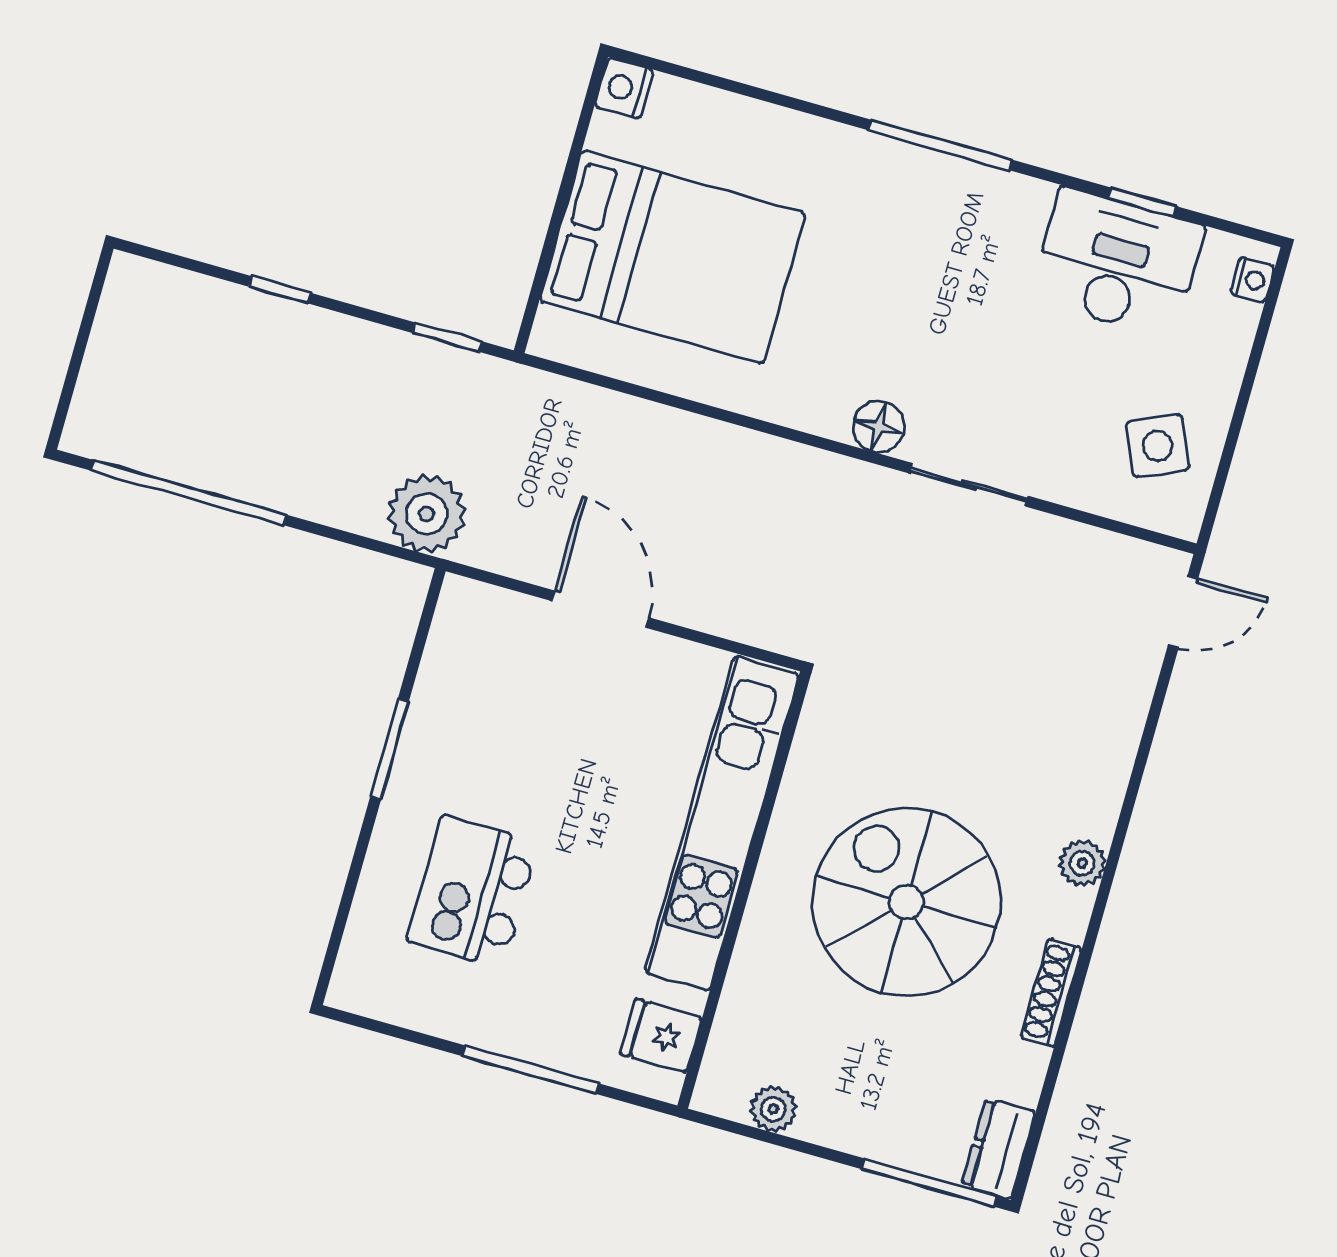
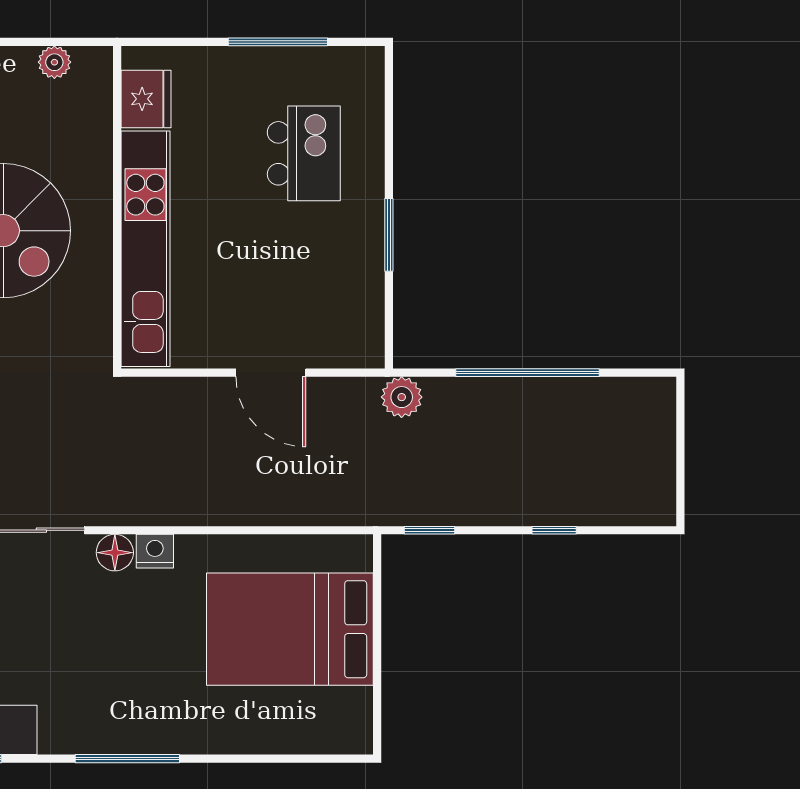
nightstand: (624, 88) -> (155, 551), moved, turned -90
window: (189, 493) -> (528, 373), moved
plant: (427, 514) -> (402, 397), width x0.73, depth x0.73
fridge: (661, 1035) -> (146, 99), width x1.38
window: (531, 1070) -> (278, 42), moved

